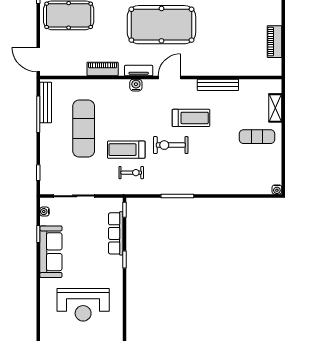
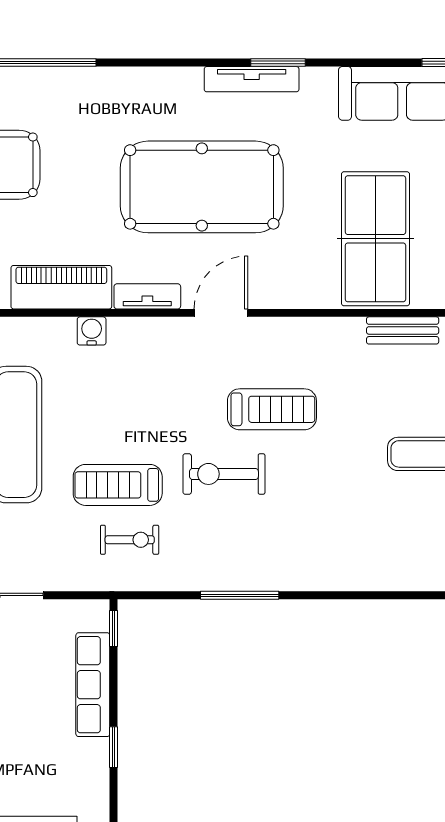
table tennis table: (234, 46) -> (375, 239), added
piano: (103, 69) -> (61, 287), width x1.37, depth x1.33
water cooler: (136, 85) -> (92, 331), moved
bench: (218, 85) -> (403, 330), moved, width x0.73

